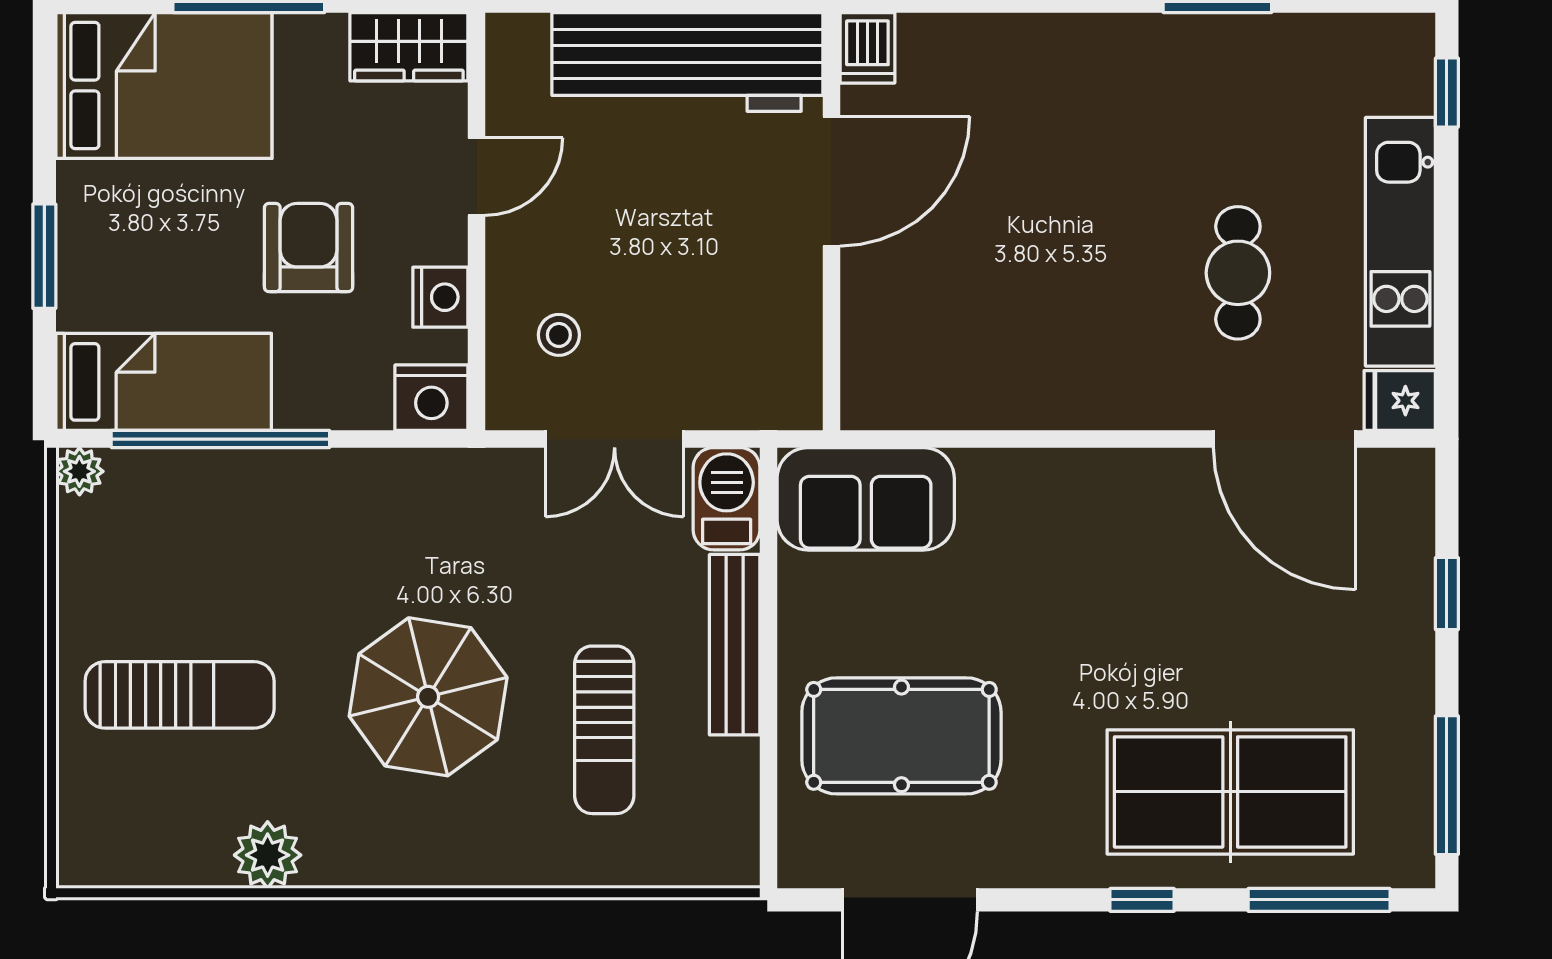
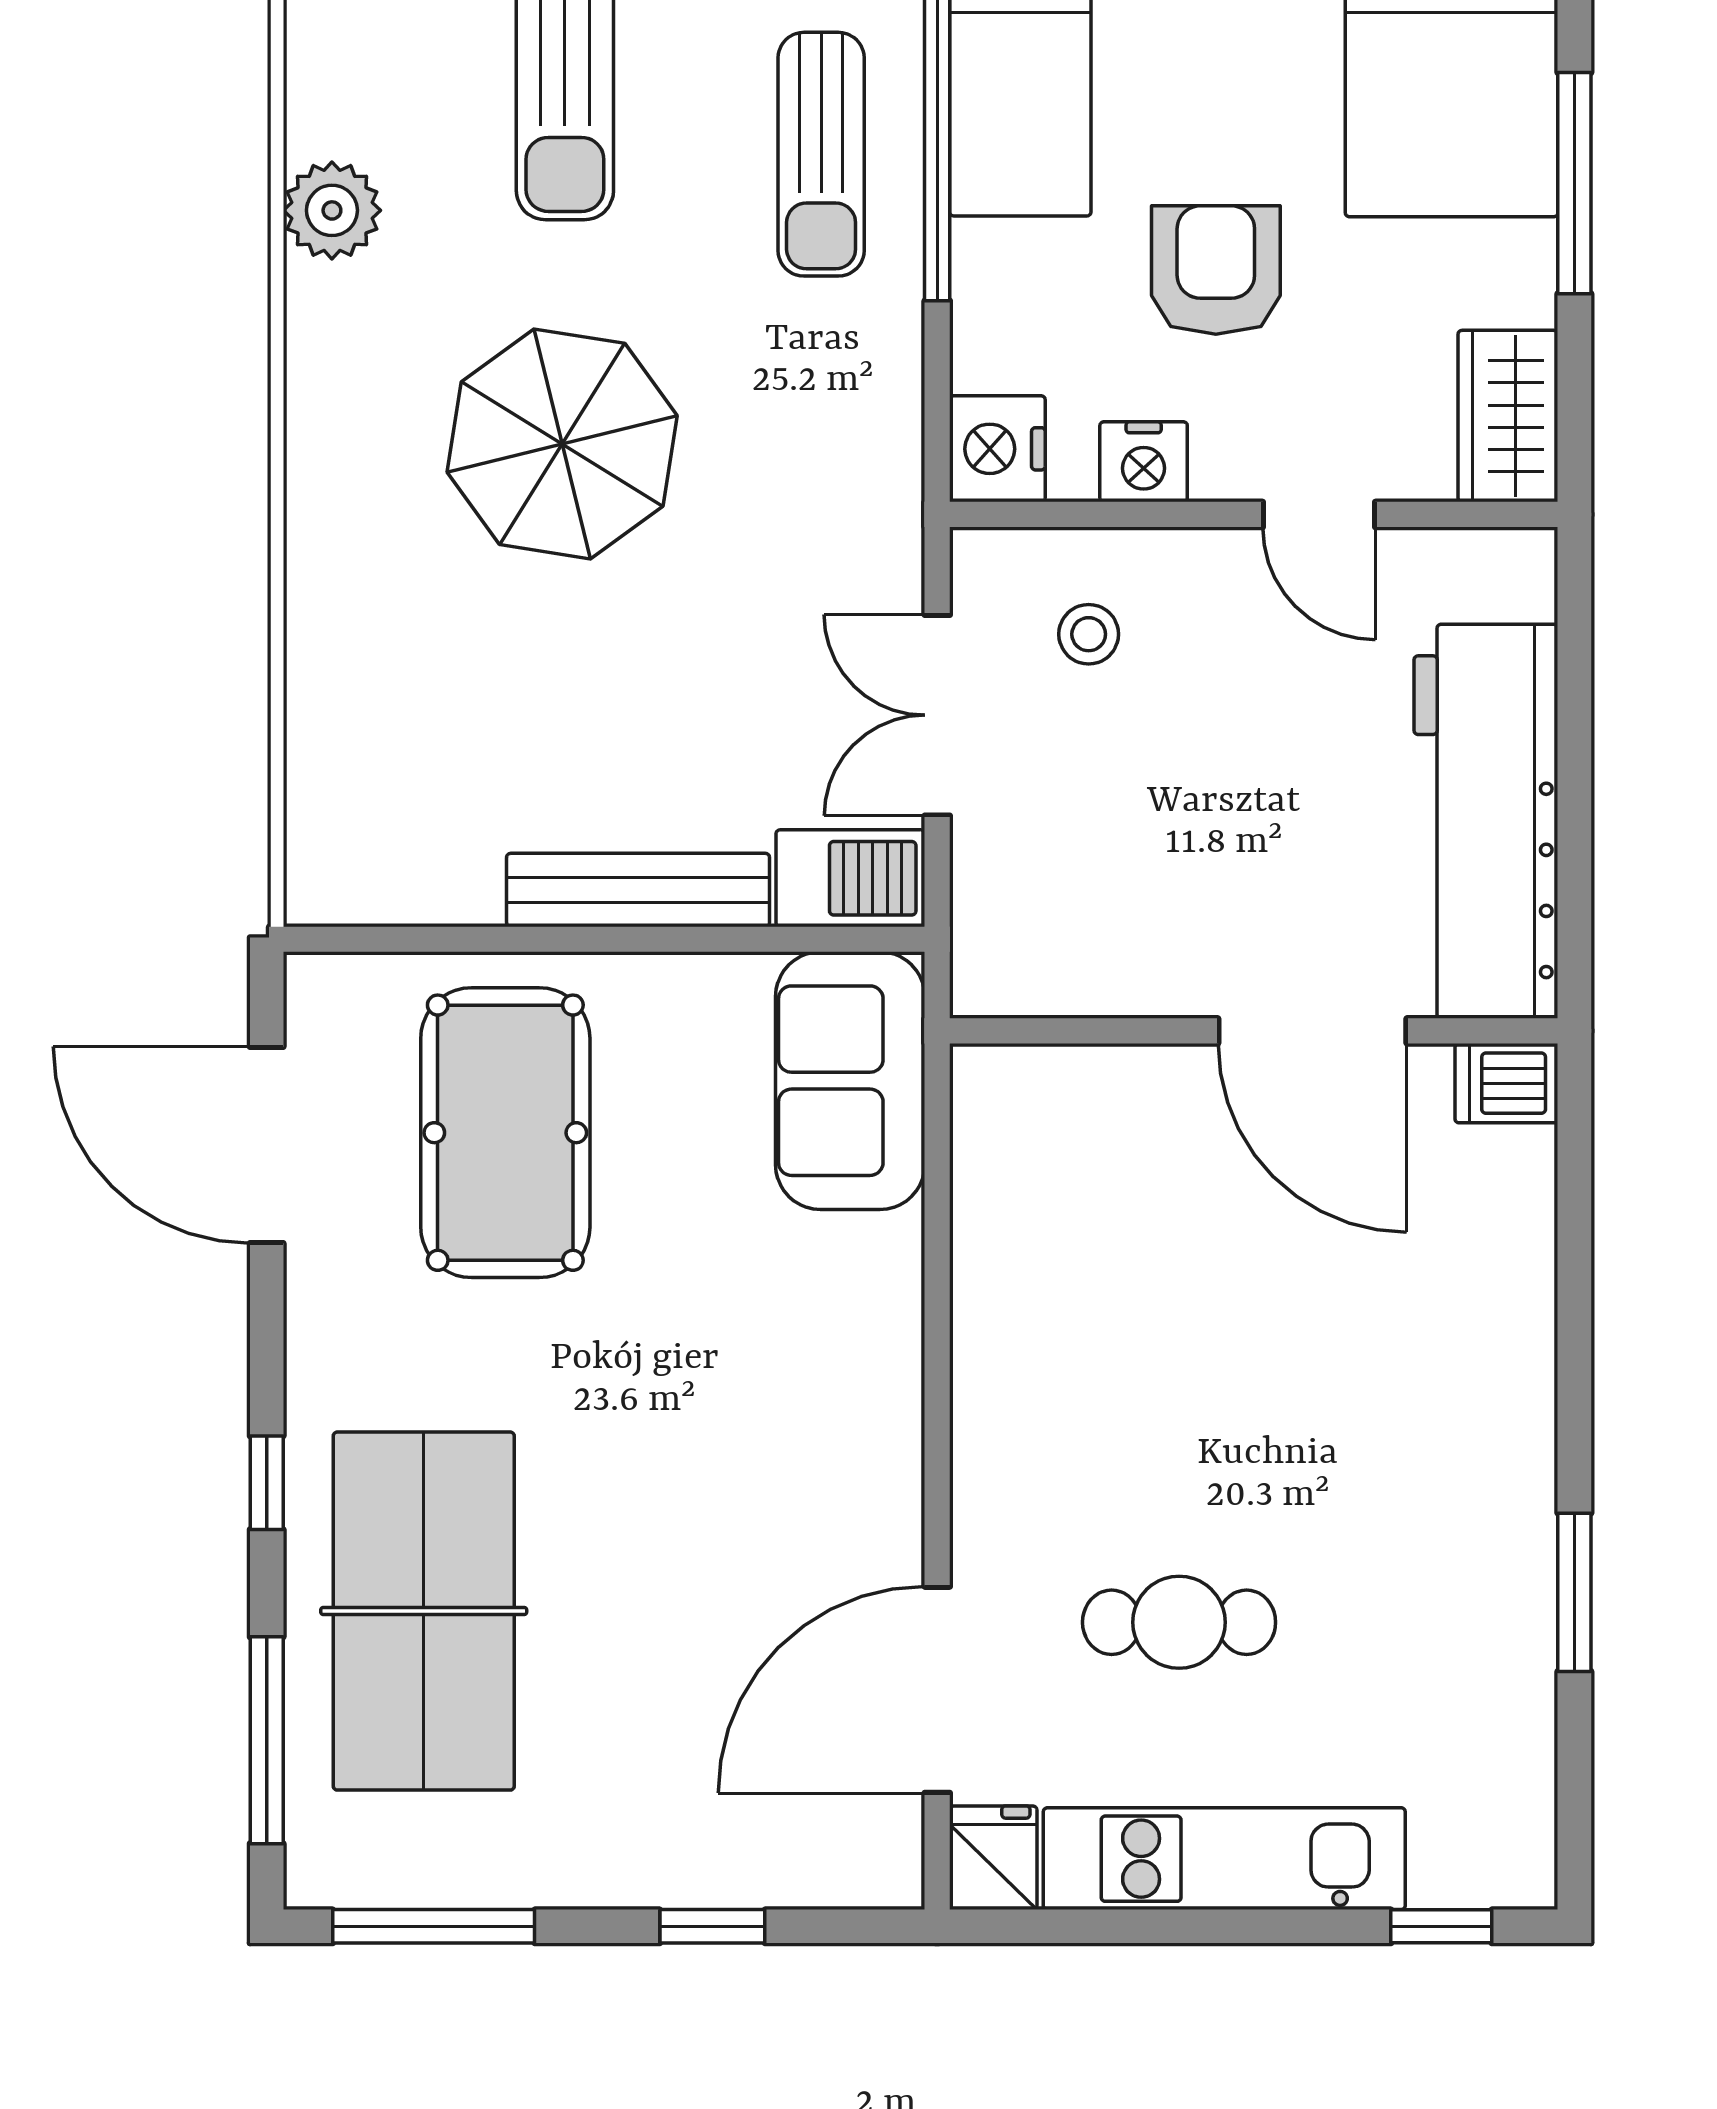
armchair: (309, 248) -> (1216, 270), turned -90
sun lounger: (604, 730) -> (821, 154), moved, turned -90

